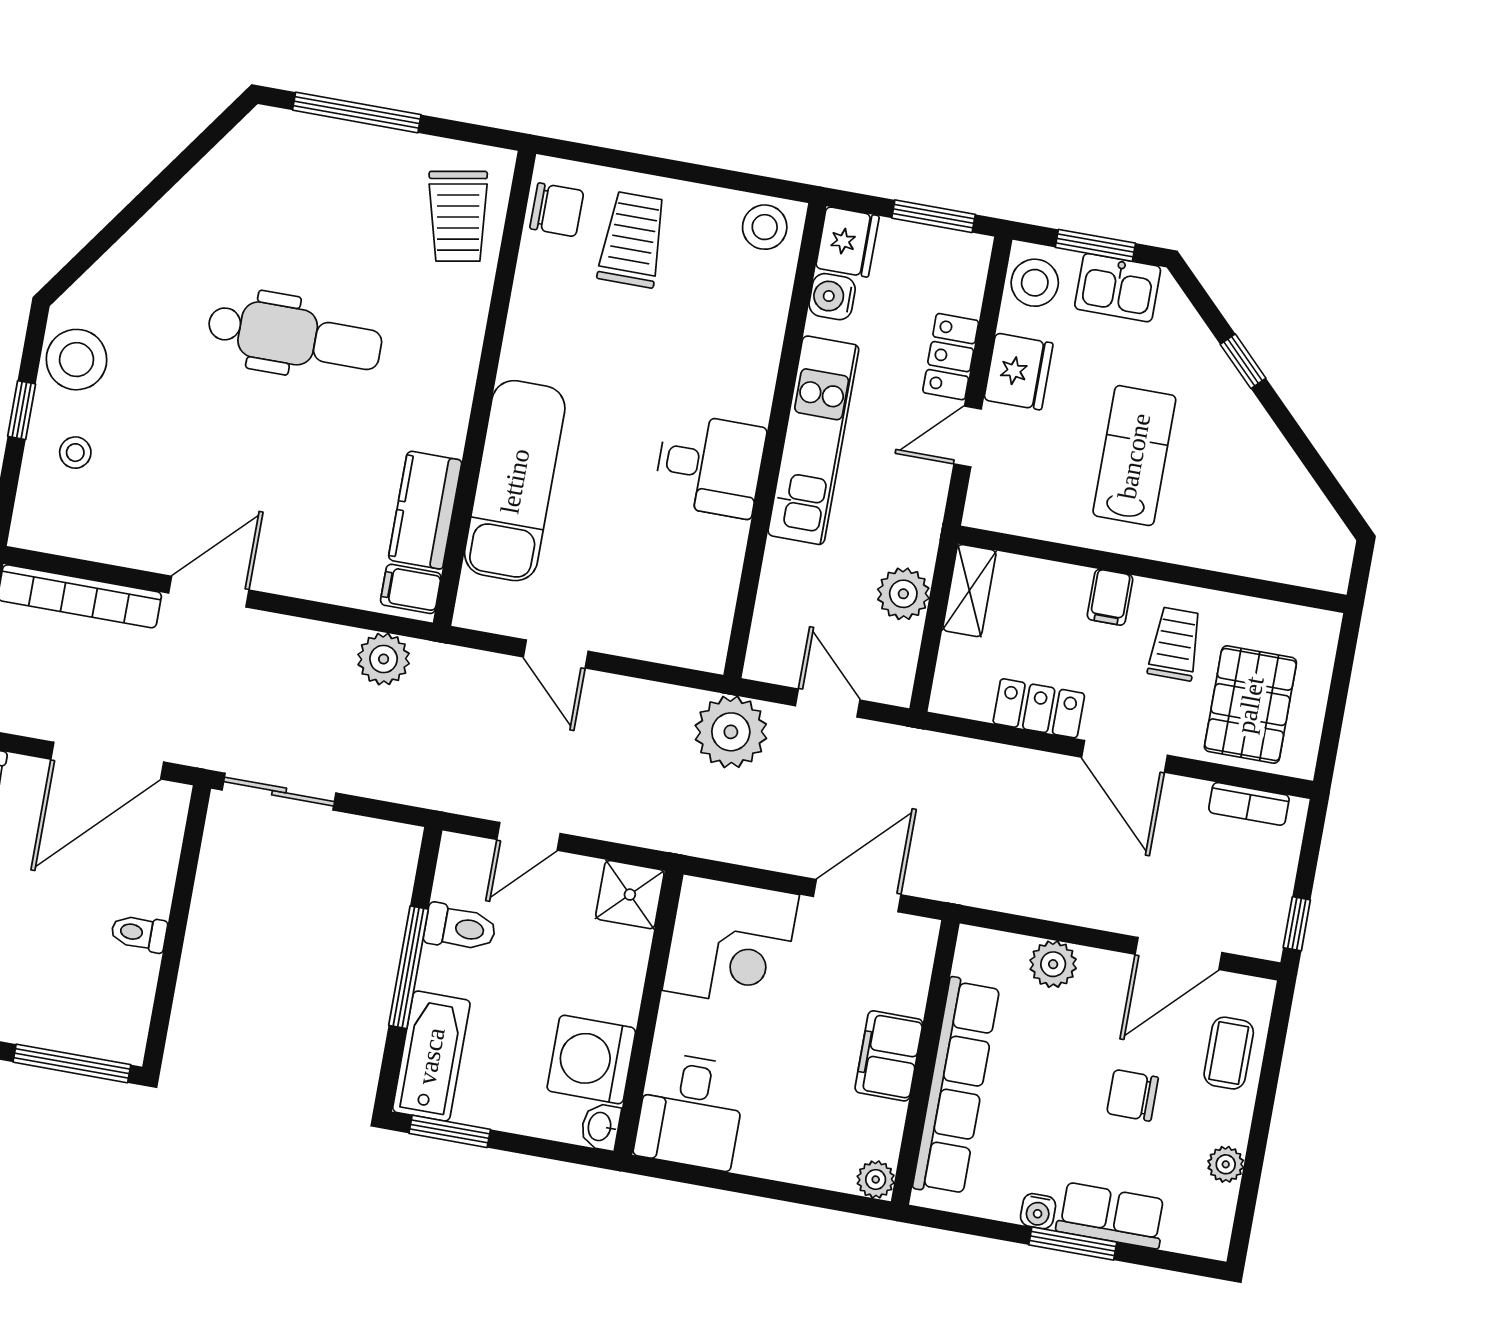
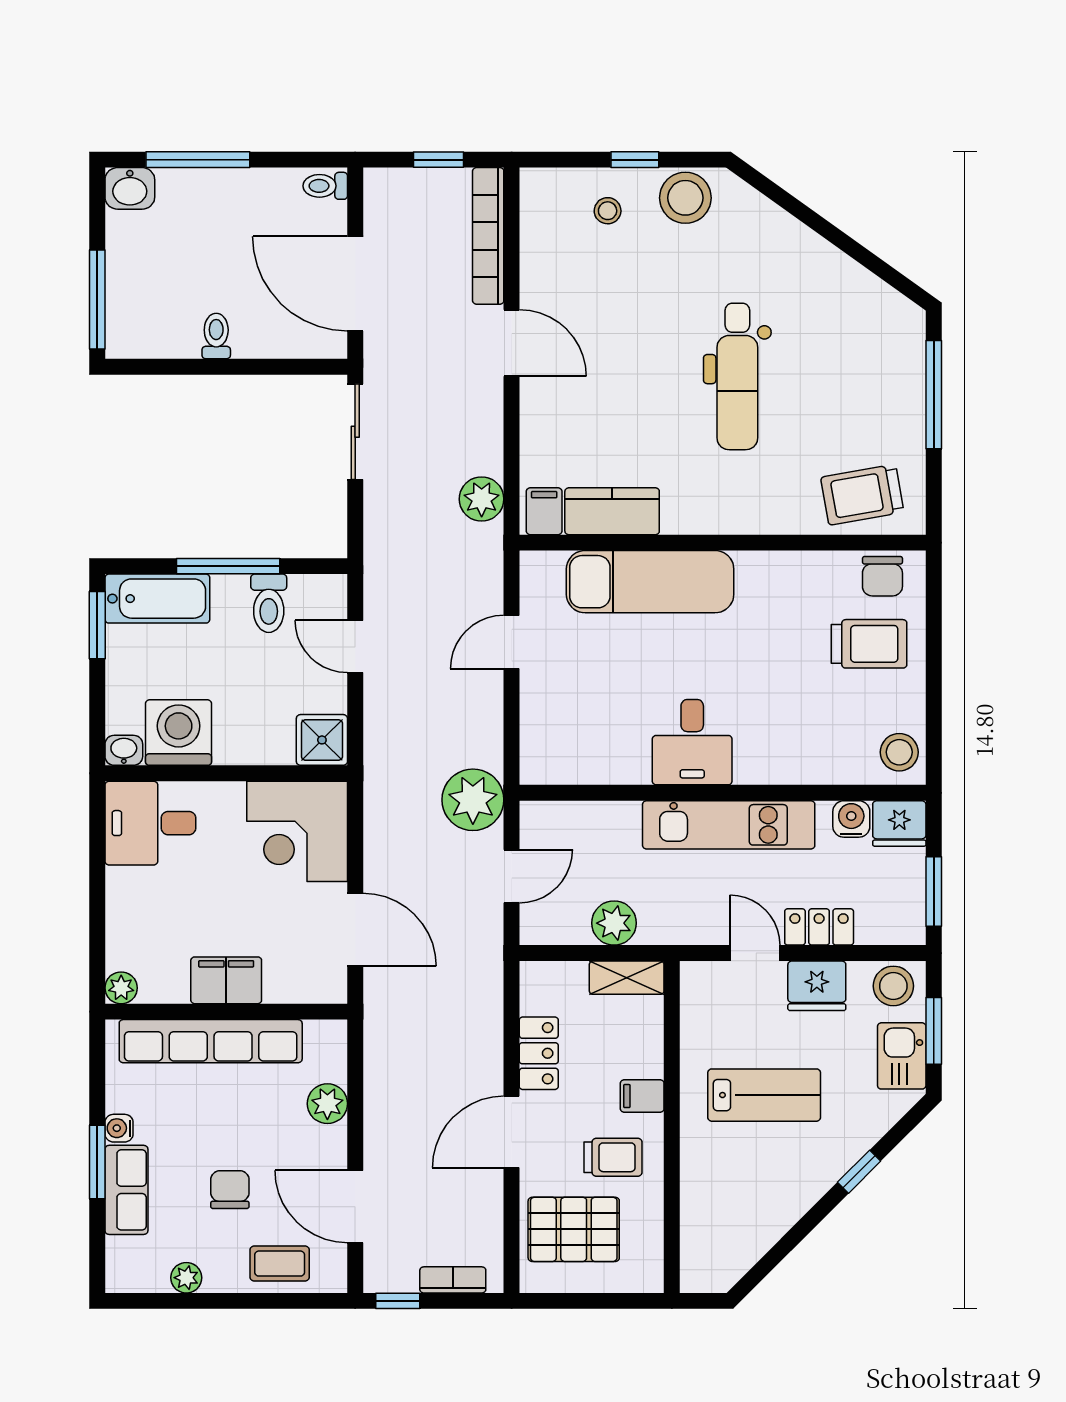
bookcase: (1249, 804) -> (453, 1280), moved, turned 90

